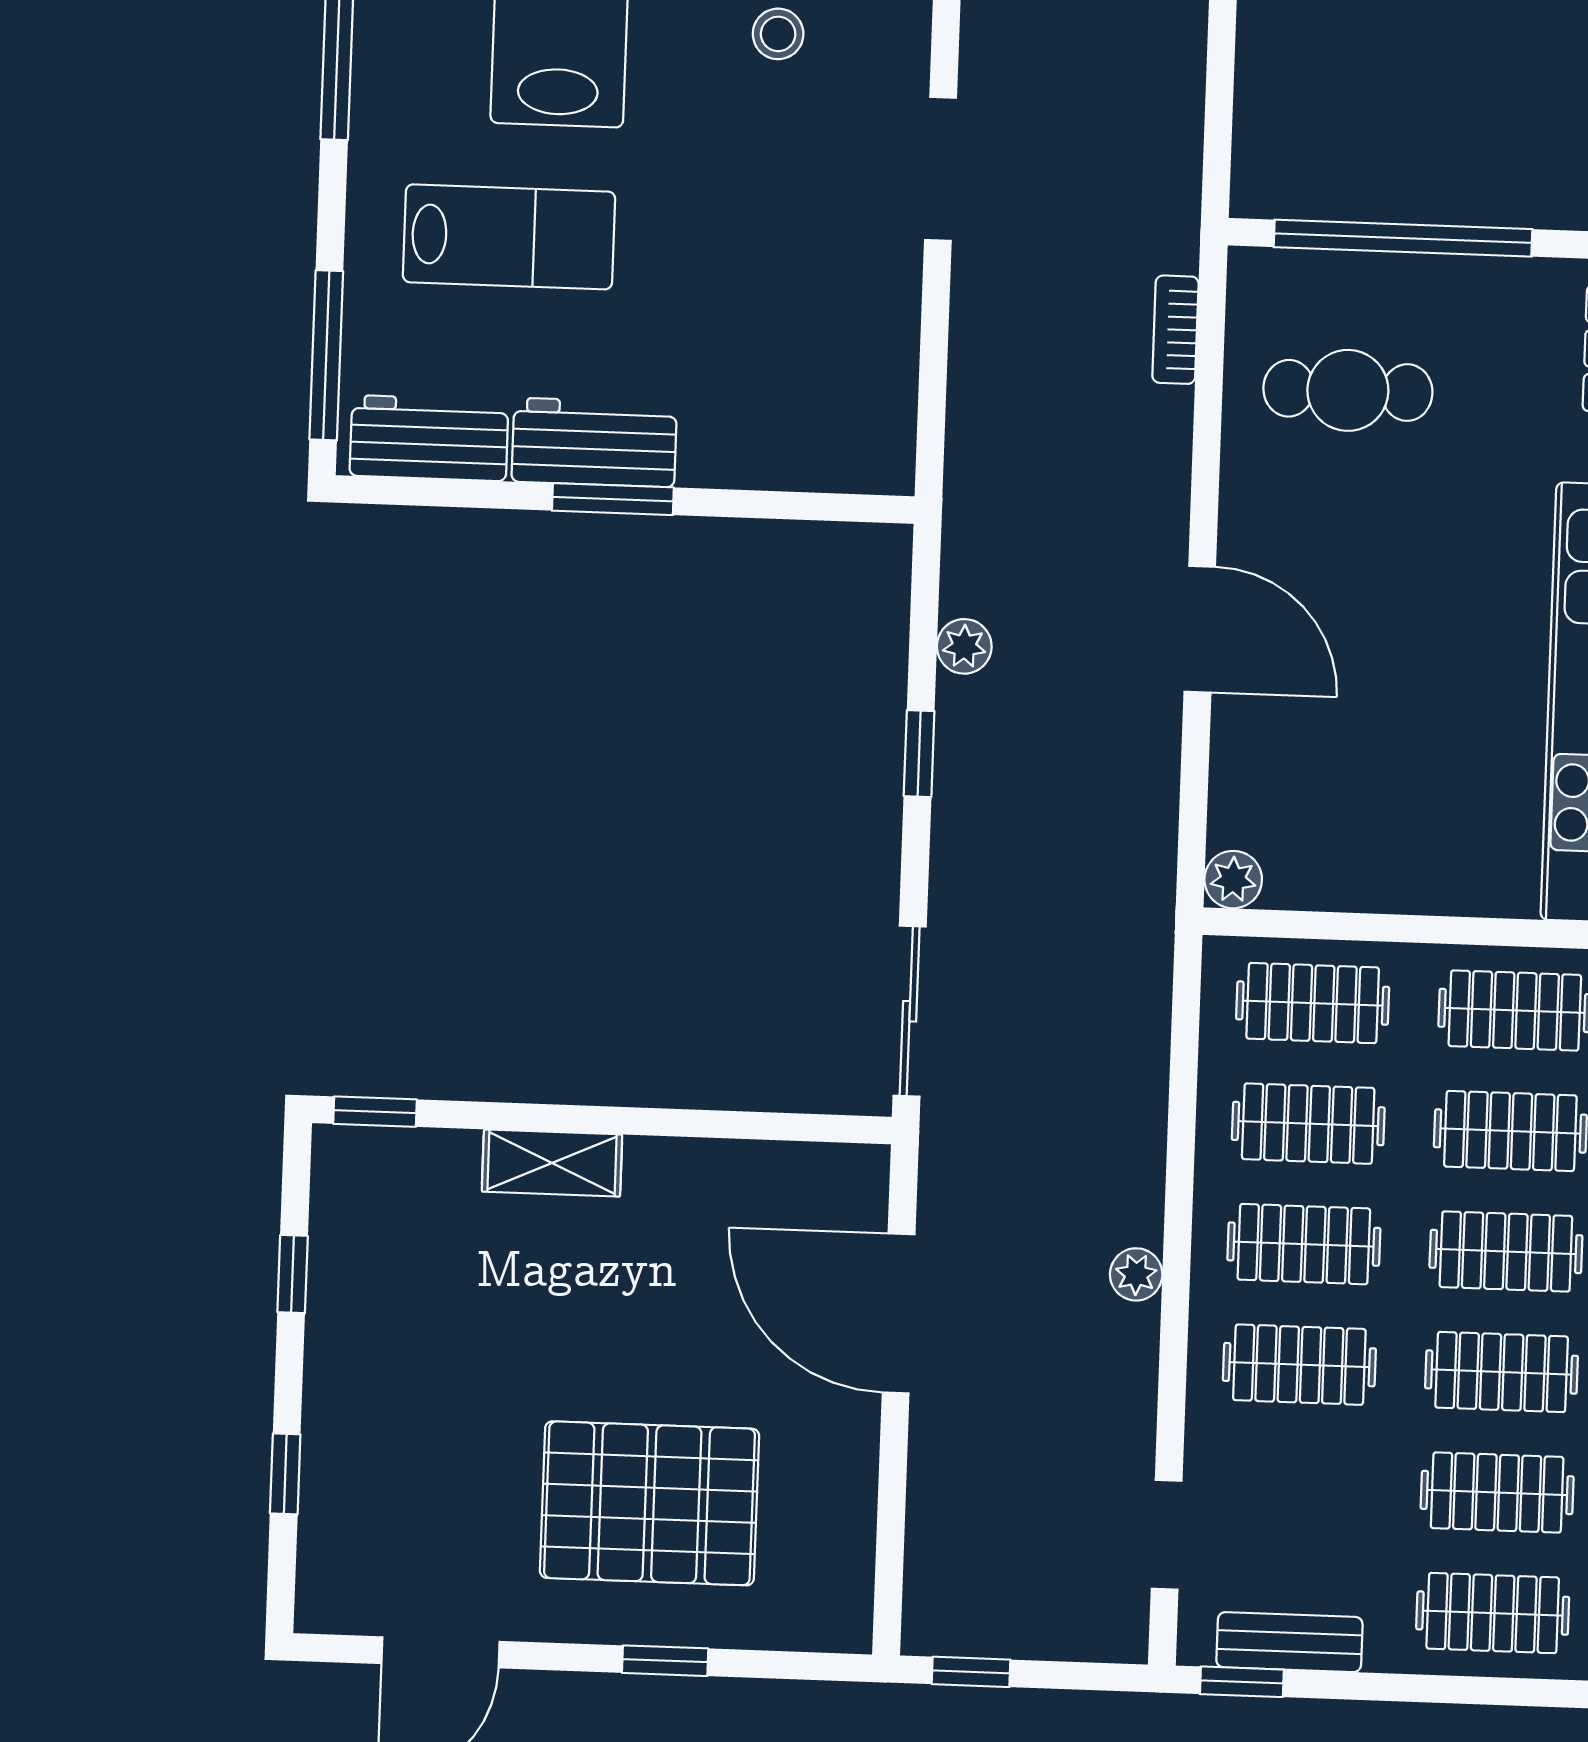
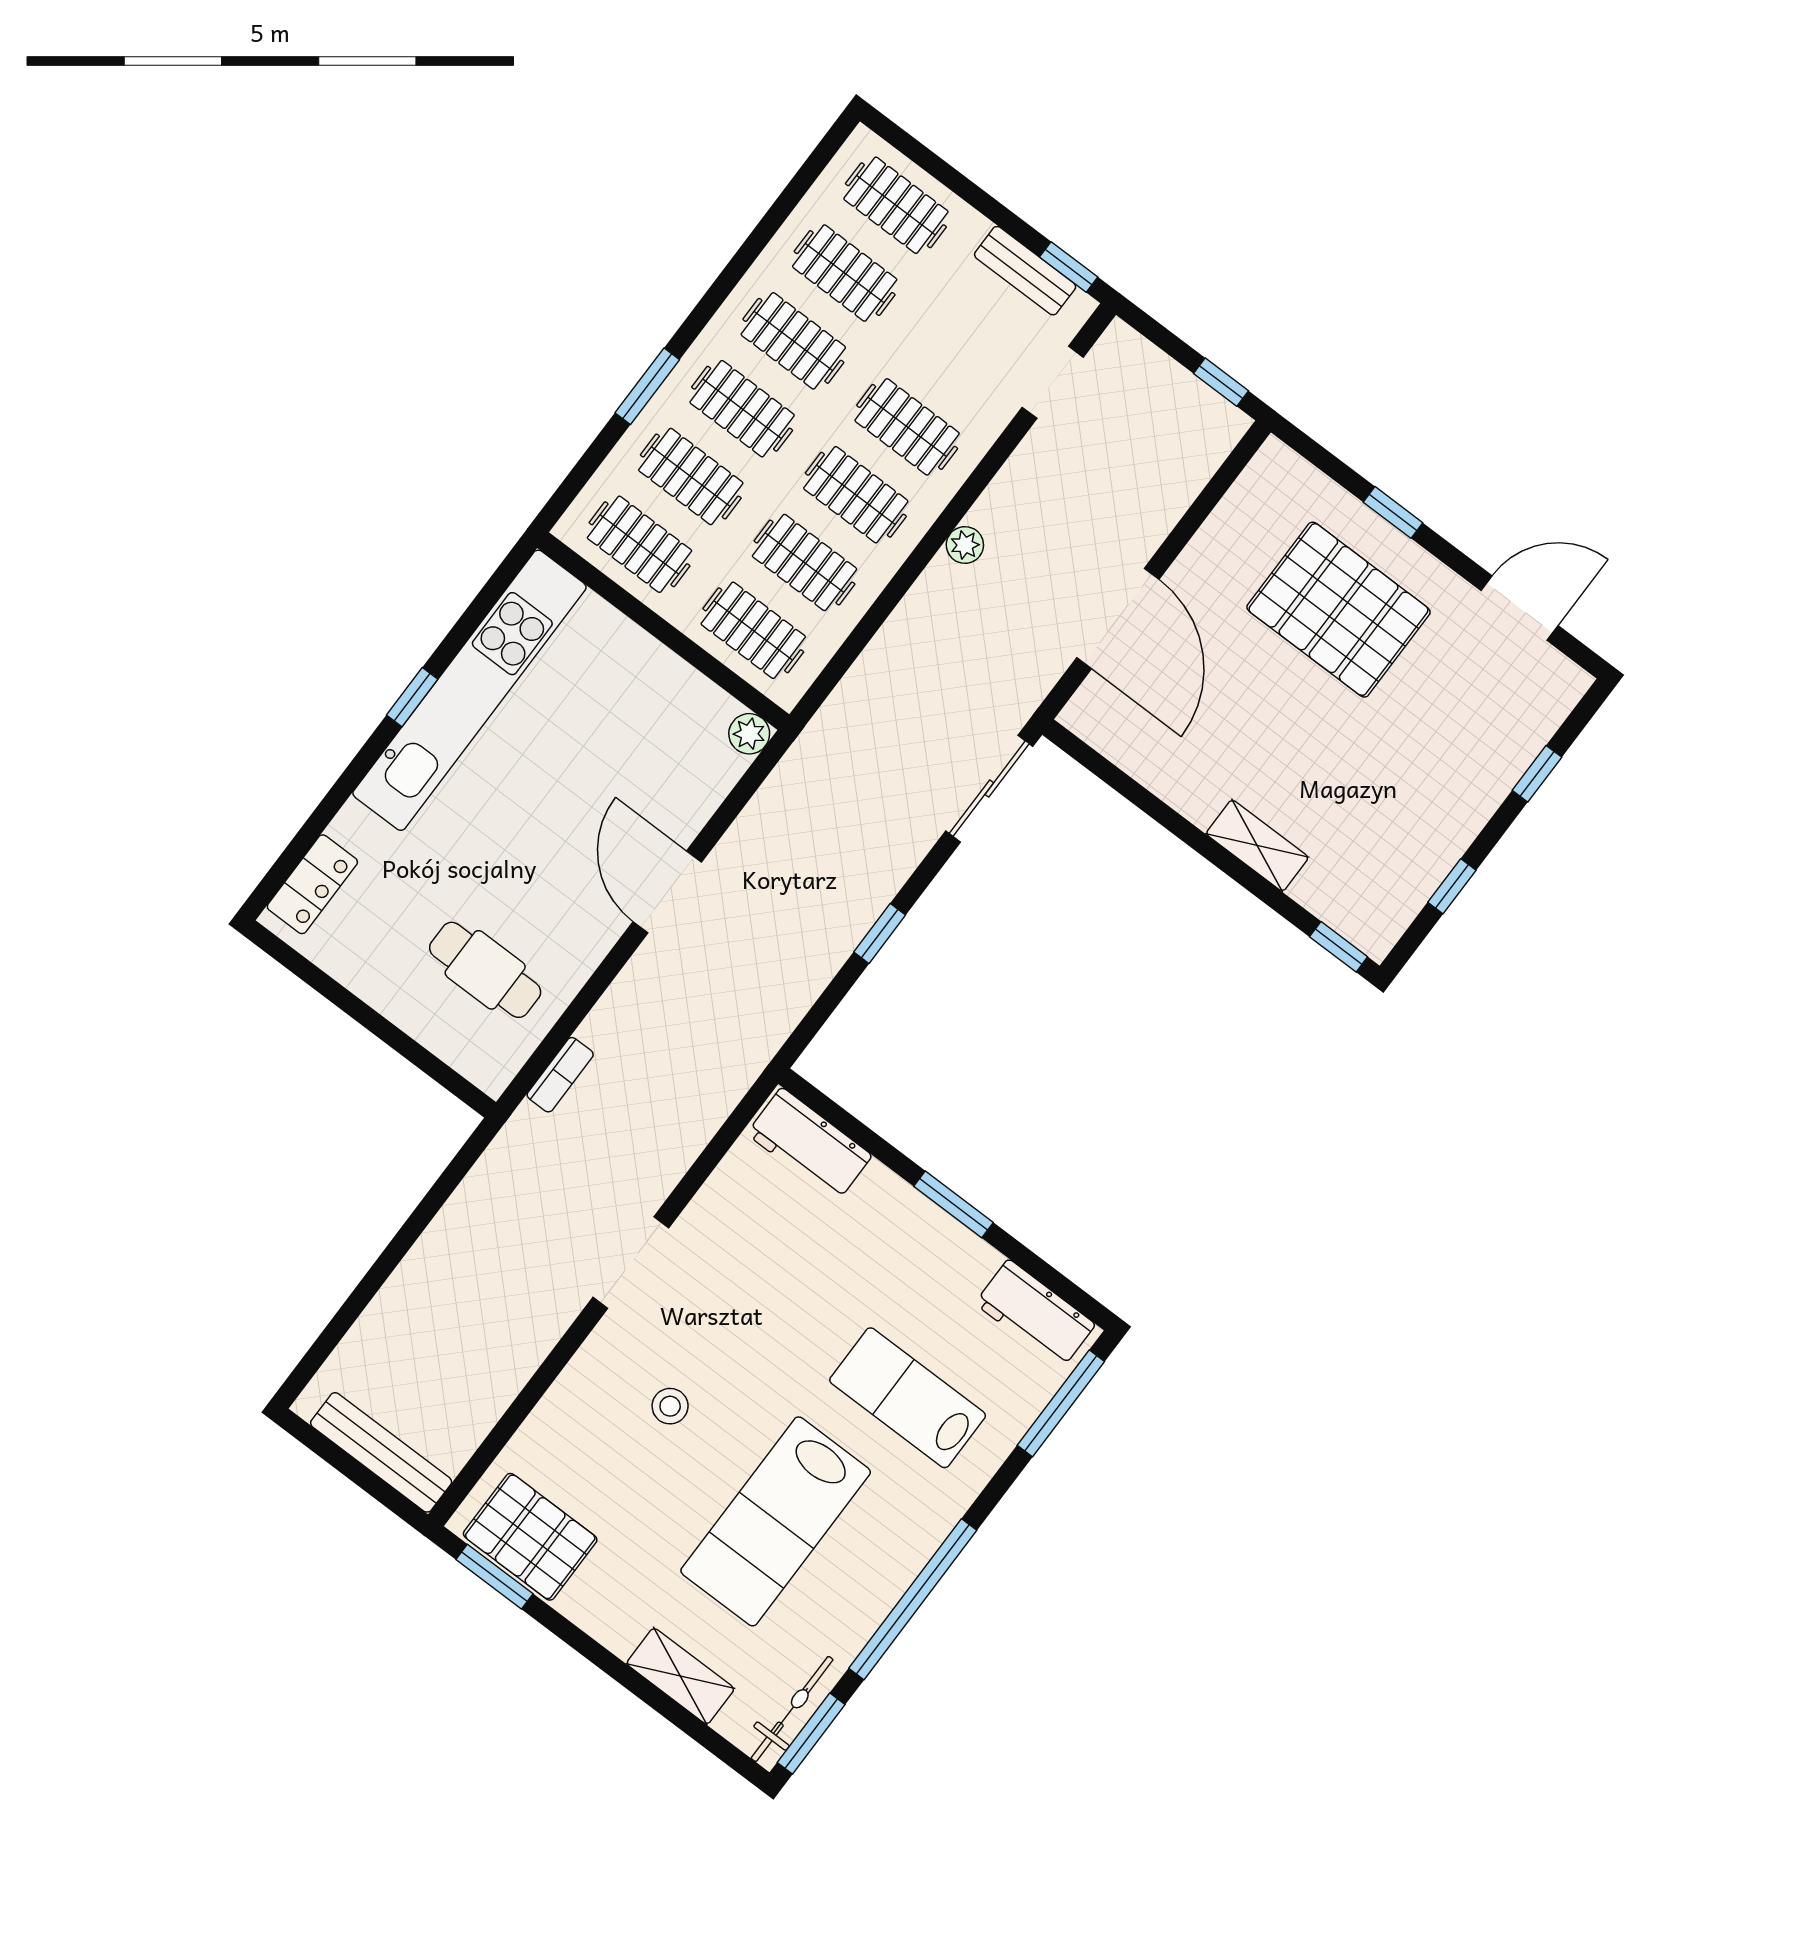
window: (1403, 238) -> (392, 1036), removed
workbench: (594, 442) -> (809, 1145), moved
plant: (964, 646) -> (810, 977), removed

